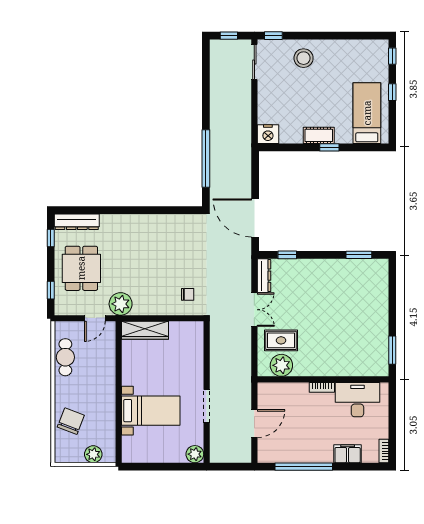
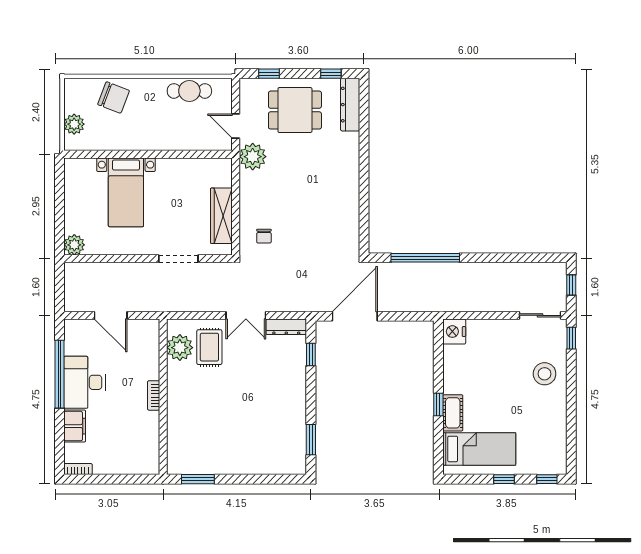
cot: (319, 135) -> (453, 413), moved
wardrobe: (145, 330) -> (221, 216), moved
desk: (357, 400) -> (84, 382), moved, turned 180
doorway: (207, 406) -> (178, 259), moved

